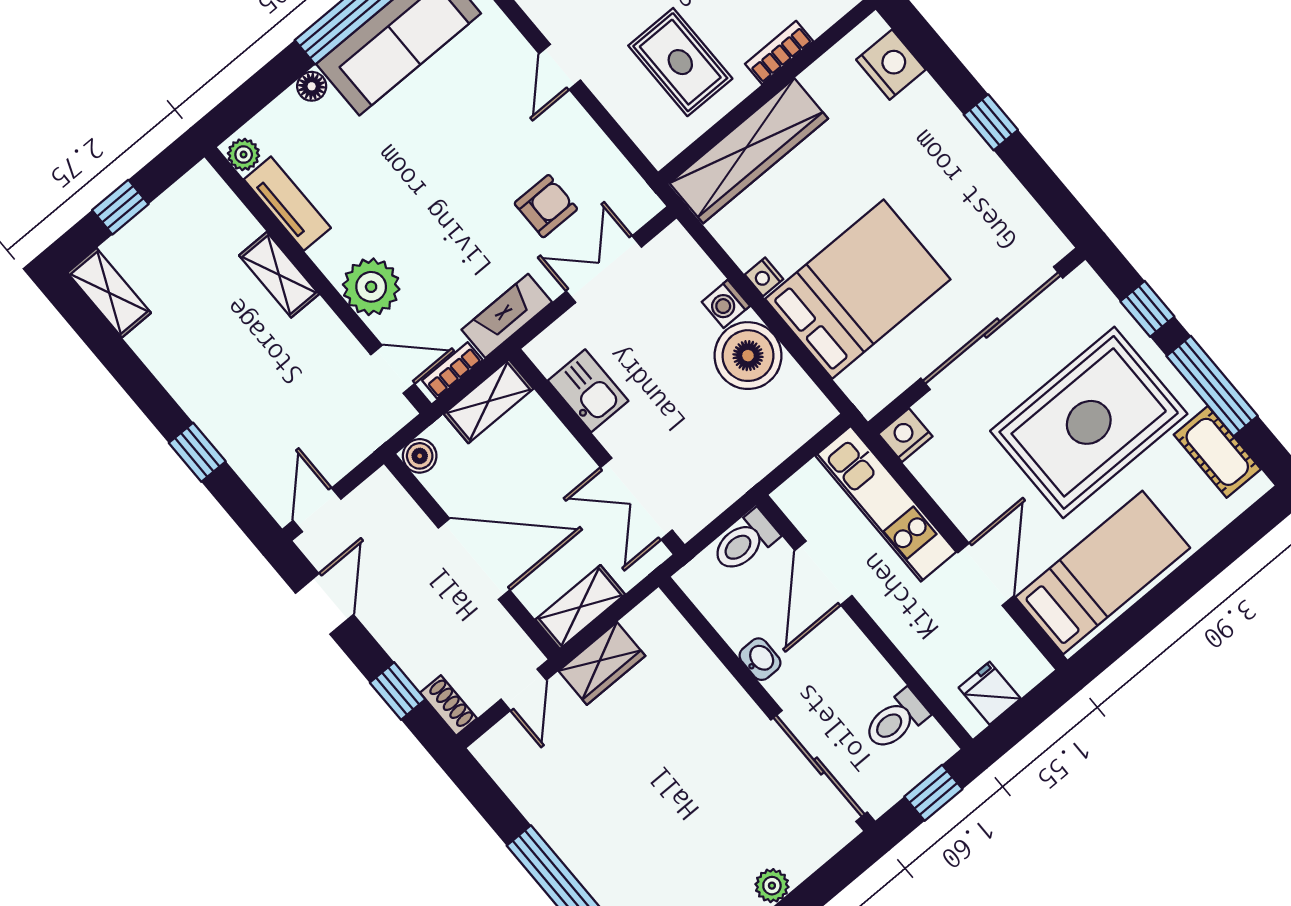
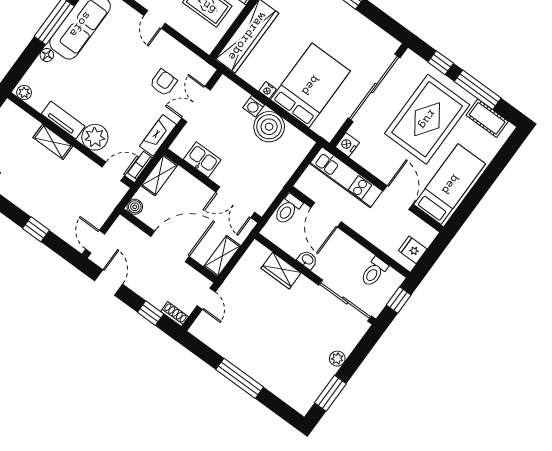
tv unit: (287, 204) -> (63, 120), moved
wardrobe: (602, 663) -> (281, 271), moved, turned 90

